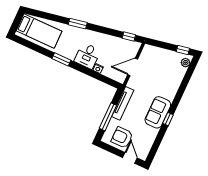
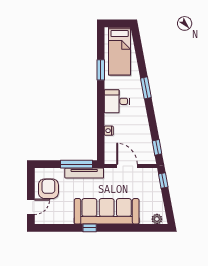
window: (183, 50) -> (163, 181), moved
desk: (87, 56) -> (117, 101), moved
window: (61, 59) -> (101, 70), moved
sofa: (158, 112) -> (107, 211), width x1.85, depth x1.27
window: (108, 117) -> (76, 164), moved

